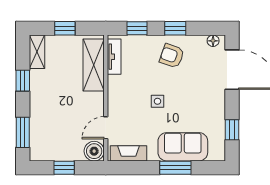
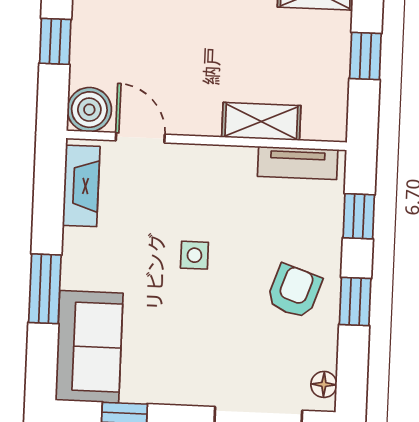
shelving: (94, 65) -> (261, 121), width x0.67, depth x0.75
sofa: (183, 147) -> (89, 347), moved

